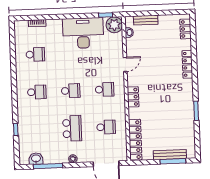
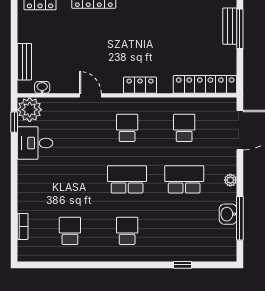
desk: (83, 33) -> (35, 143), width x0.53, depth x0.77
school desk: (71, 91) -> (127, 179), width x1.85
bench: (170, 155) -> (230, 26), width x0.73
washbasin: (36, 159) -> (228, 214), moved

